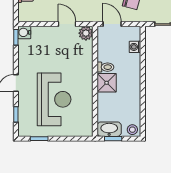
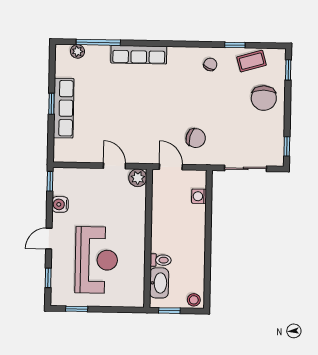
water cooler: (24, 32) -> (60, 204), moved
toilet: (105, 67) -> (161, 260), moved
shower: (107, 83) -> (163, 240), removed
washbasin: (109, 129) -> (159, 283), moved, turned 90

